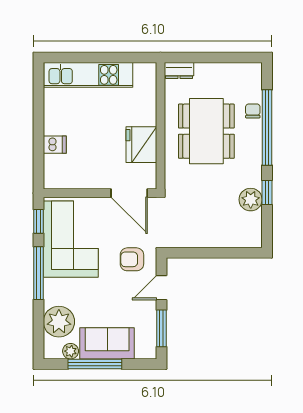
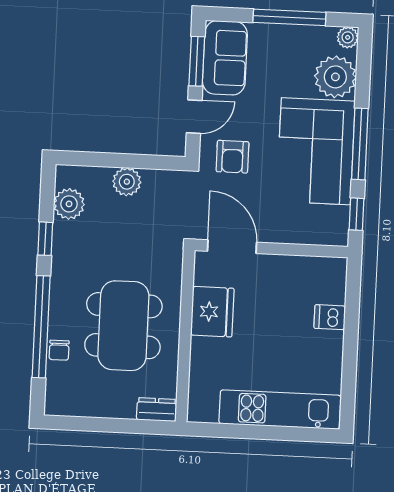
plant: (251, 200) -> (69, 204), moved
plant: (209, 237) -> (127, 182), added
corner sofa: (71, 239) -> (316, 151), moved
armchair: (132, 259) -> (232, 157), turned 90
sofa: (107, 343) -> (225, 58), moved, turned -90
plant: (71, 351) -> (348, 37), moved

